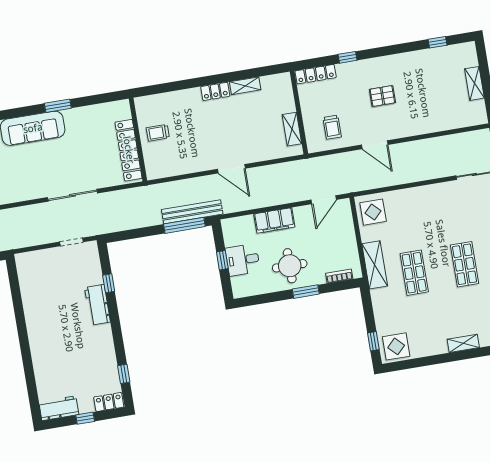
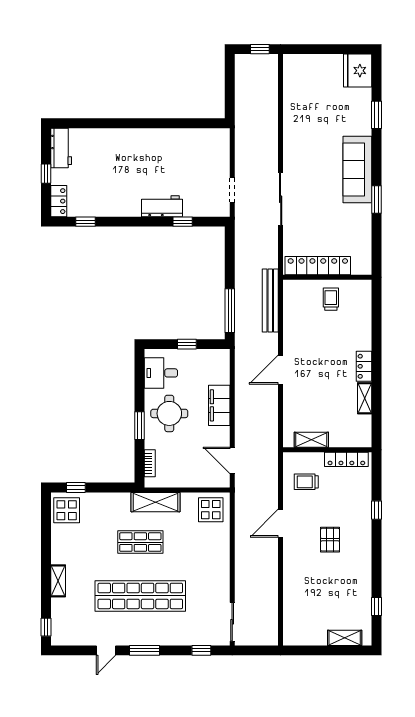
locker: (316, 74) -> (346, 459), moved, turned -90
shelving: (474, 83) -> (345, 638), moved
bench: (192, 212) -> (270, 300), moved
desk: (243, 260) -> (161, 373), moved, turned -90
shop shelf: (465, 264) -> (140, 596), width x2.00, depth x1.36

